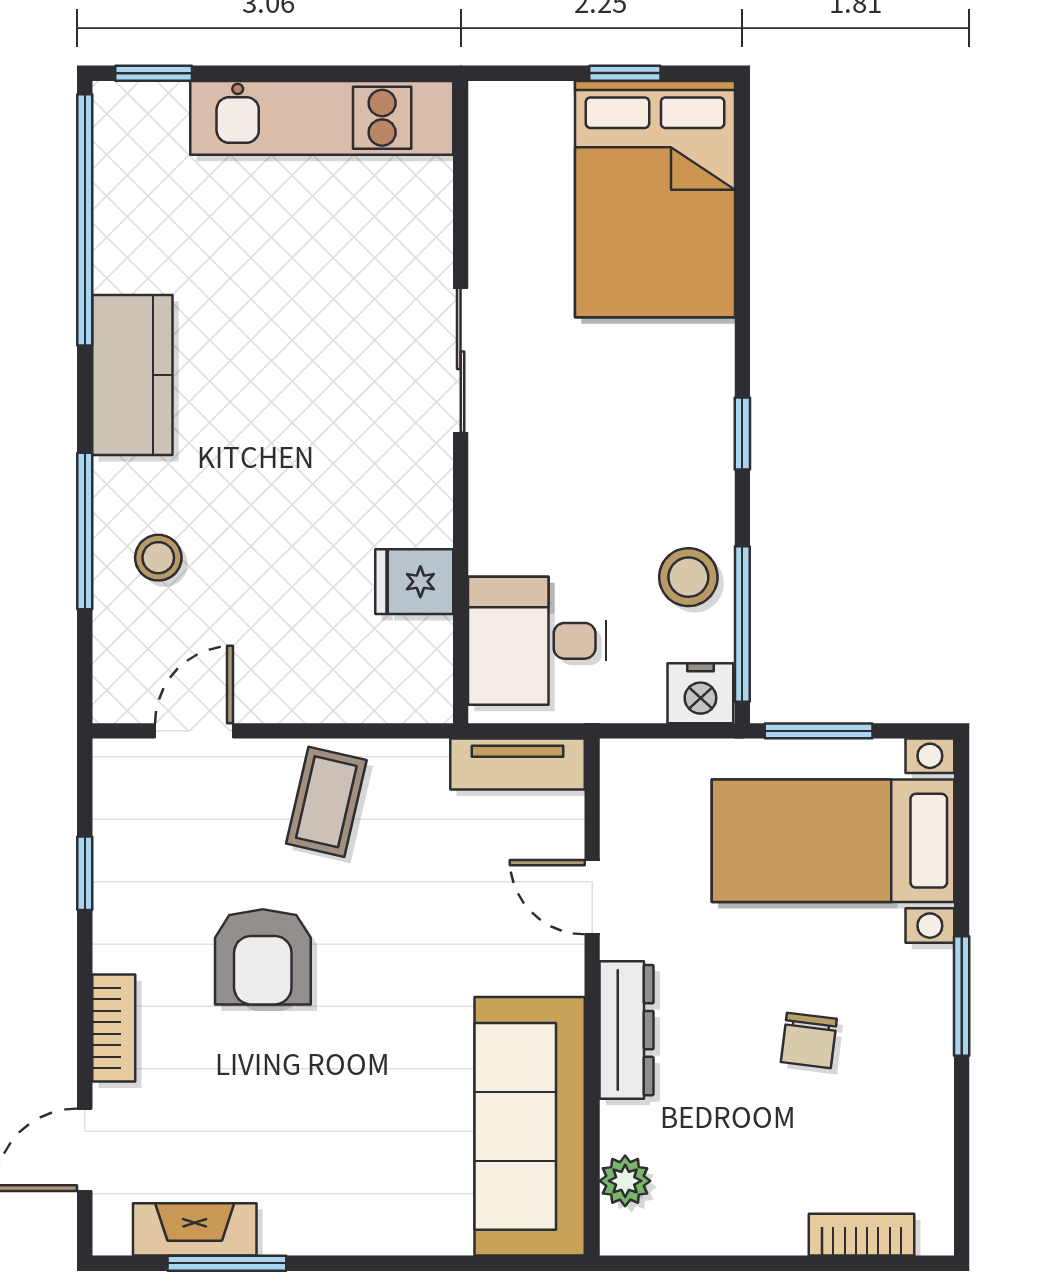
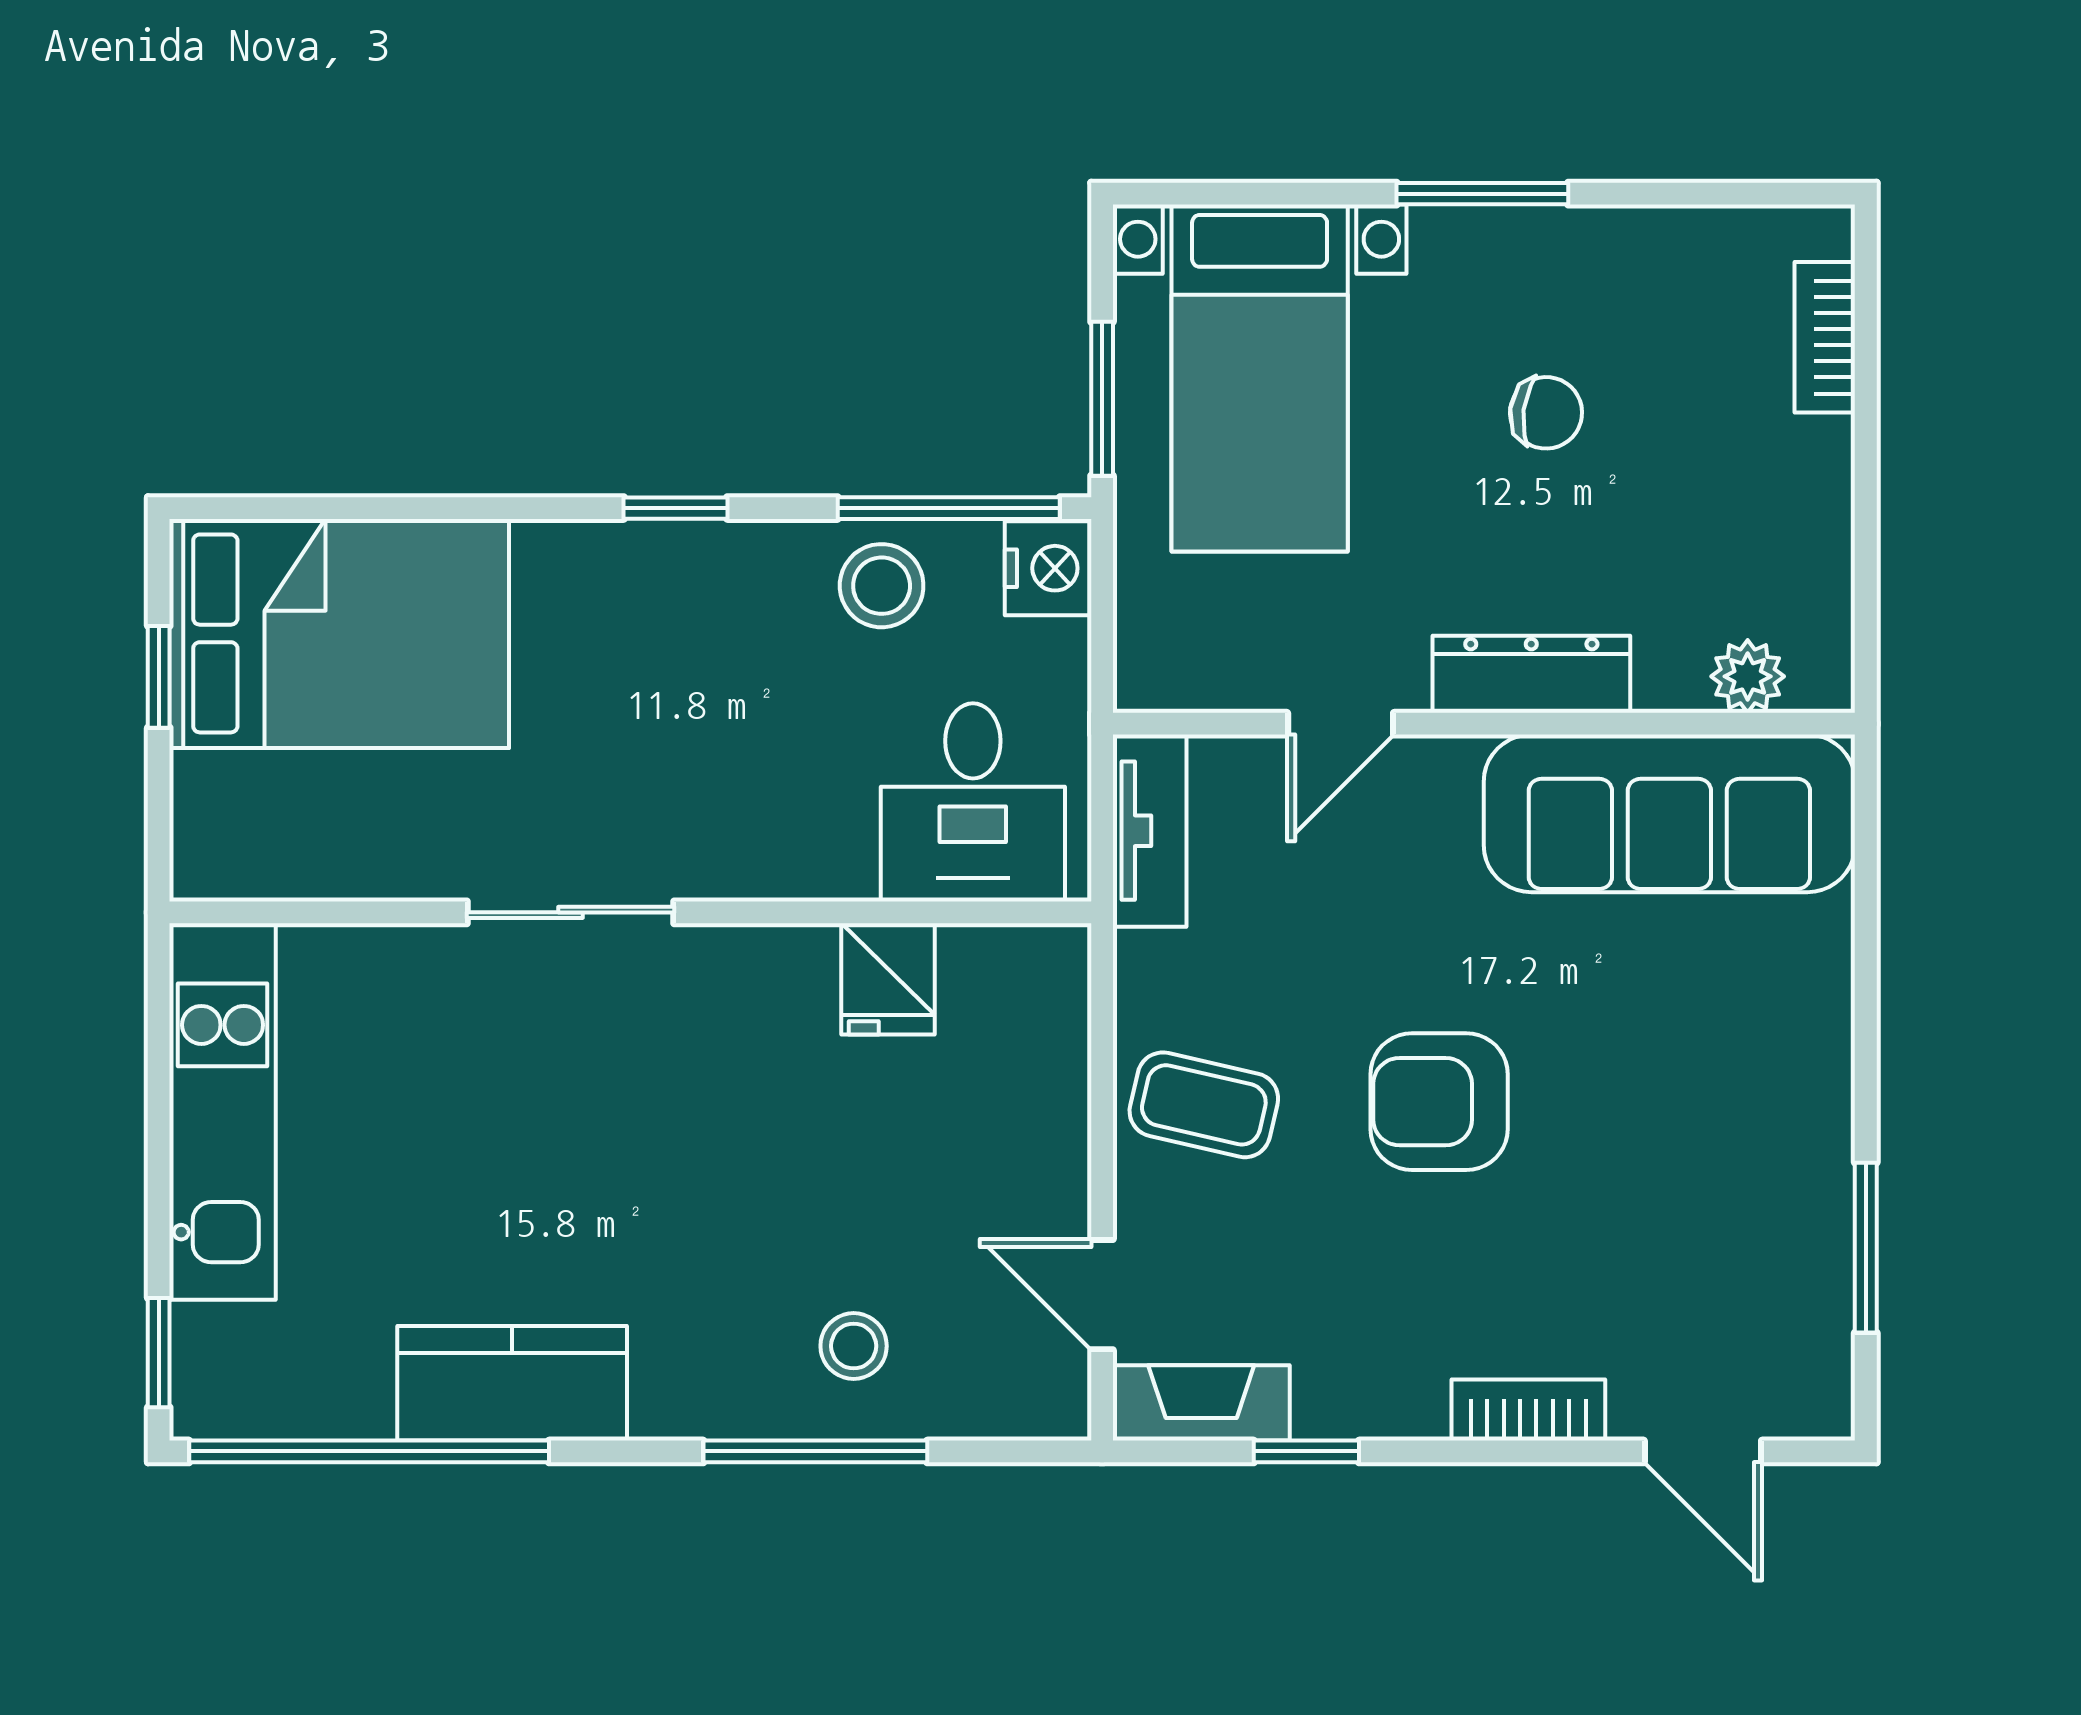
kitchen counter: (132, 375) -> (512, 1383), moved
armchair: (263, 957) -> (1439, 1102), moved, turned 180
fireplace: (195, 1229) -> (1201, 1403), moved, turned 90

